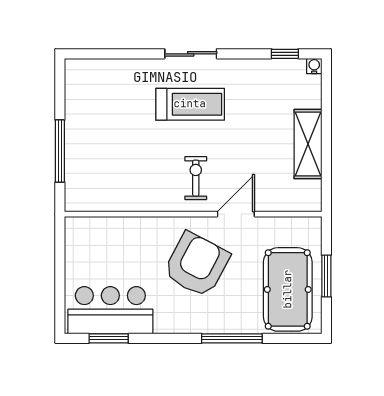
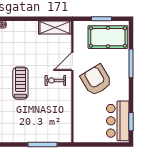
shelving: (308, 144) -> (55, 27), moved
door: (236, 214) -> (72, 62), hinge flipped
armchair: (197, 265) -> (96, 80), turned 31

